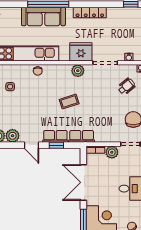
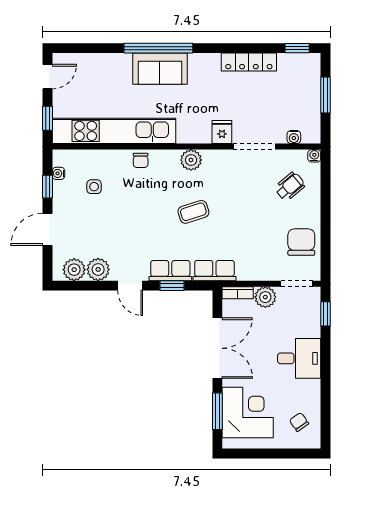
locker: (90, 13) -> (249, 62), moved
sofa: (43, 16) -> (160, 69), width x0.73
fridge: (81, 52) -> (222, 132), width x0.53, depth x0.75
plant: (78, 71) -> (191, 160), moved
double door: (83, 182) -> (217, 348), swing flipped

